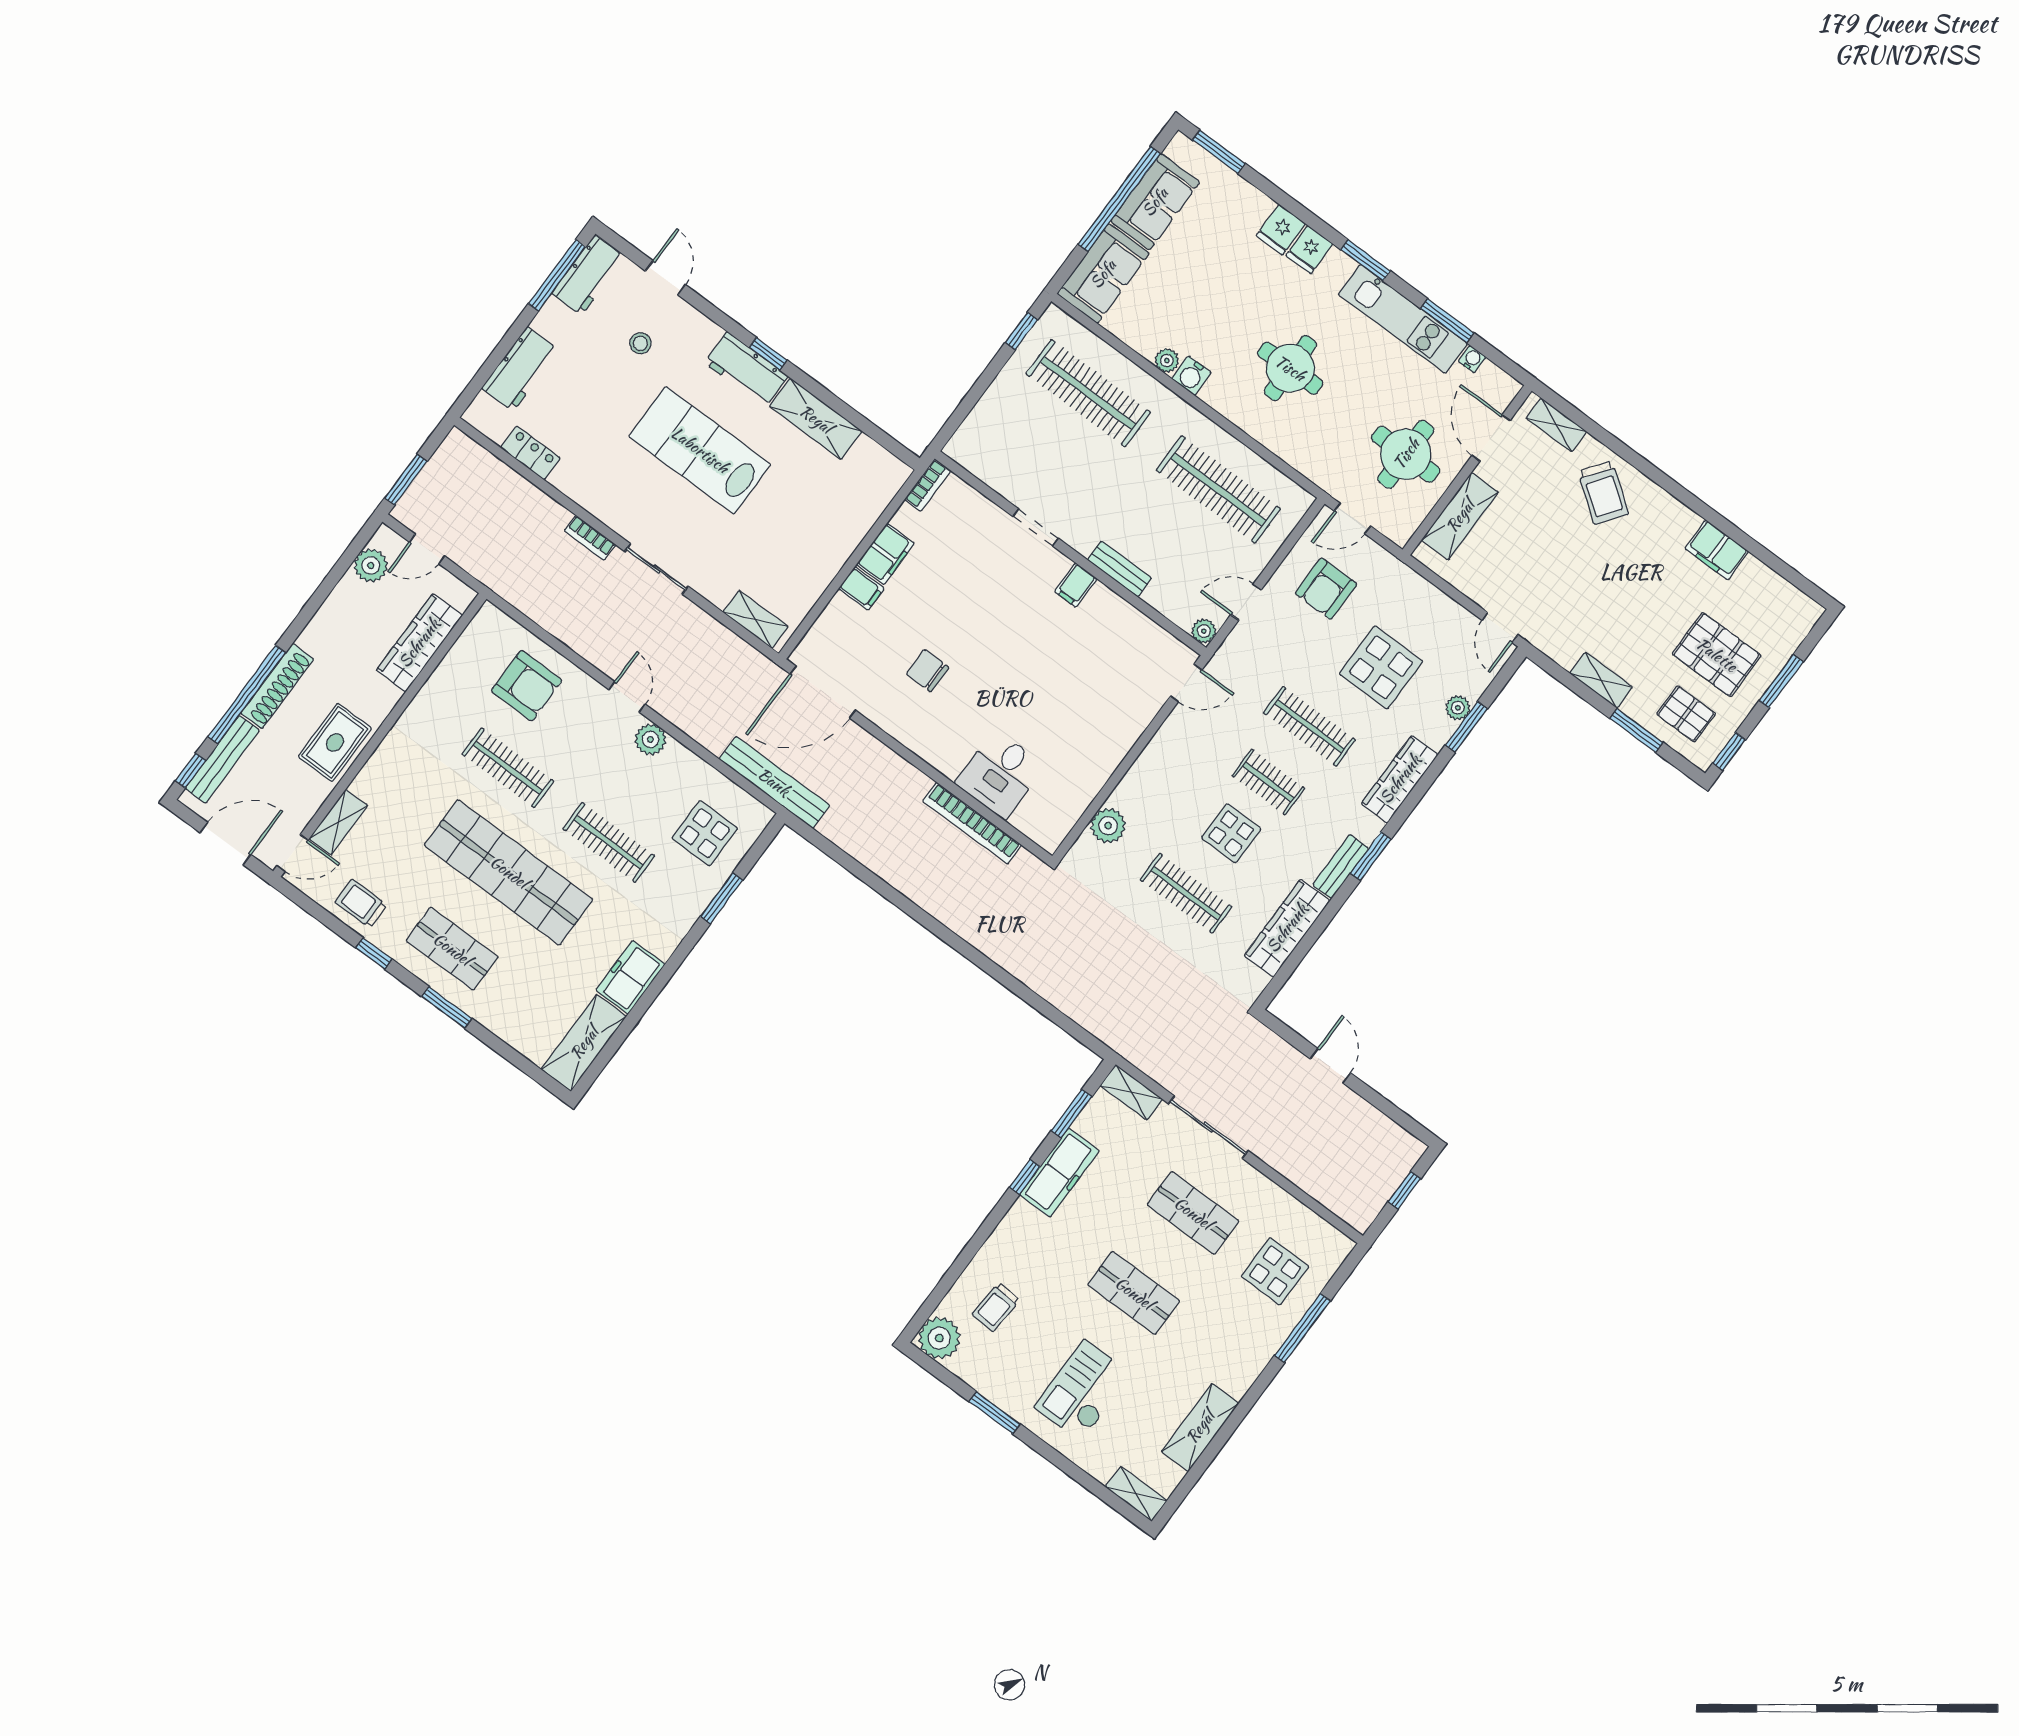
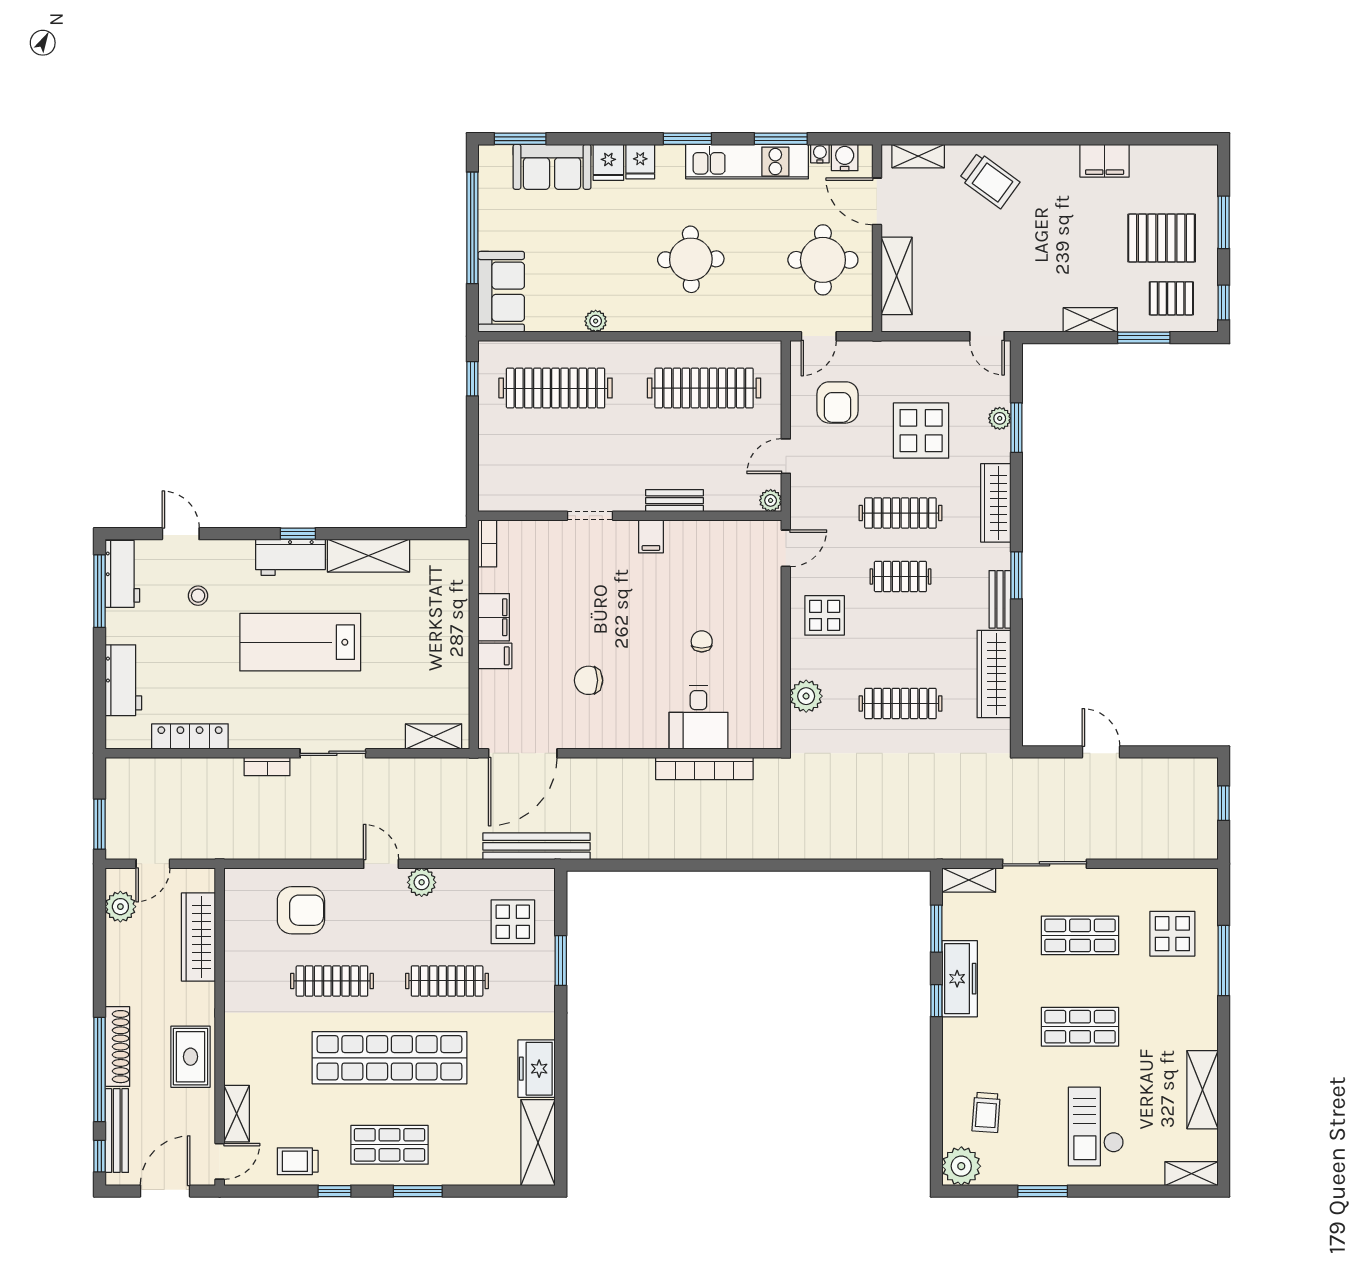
sofa: (1155, 202) -> (552, 167), moved, turned 90
water cooler: (1191, 376) -> (845, 157), moved, turned 180
locker: (530, 453) -> (190, 736), width x1.53
chair: (1052, 710) -> (702, 641), added
display table: (1231, 833) -> (825, 615), moved

